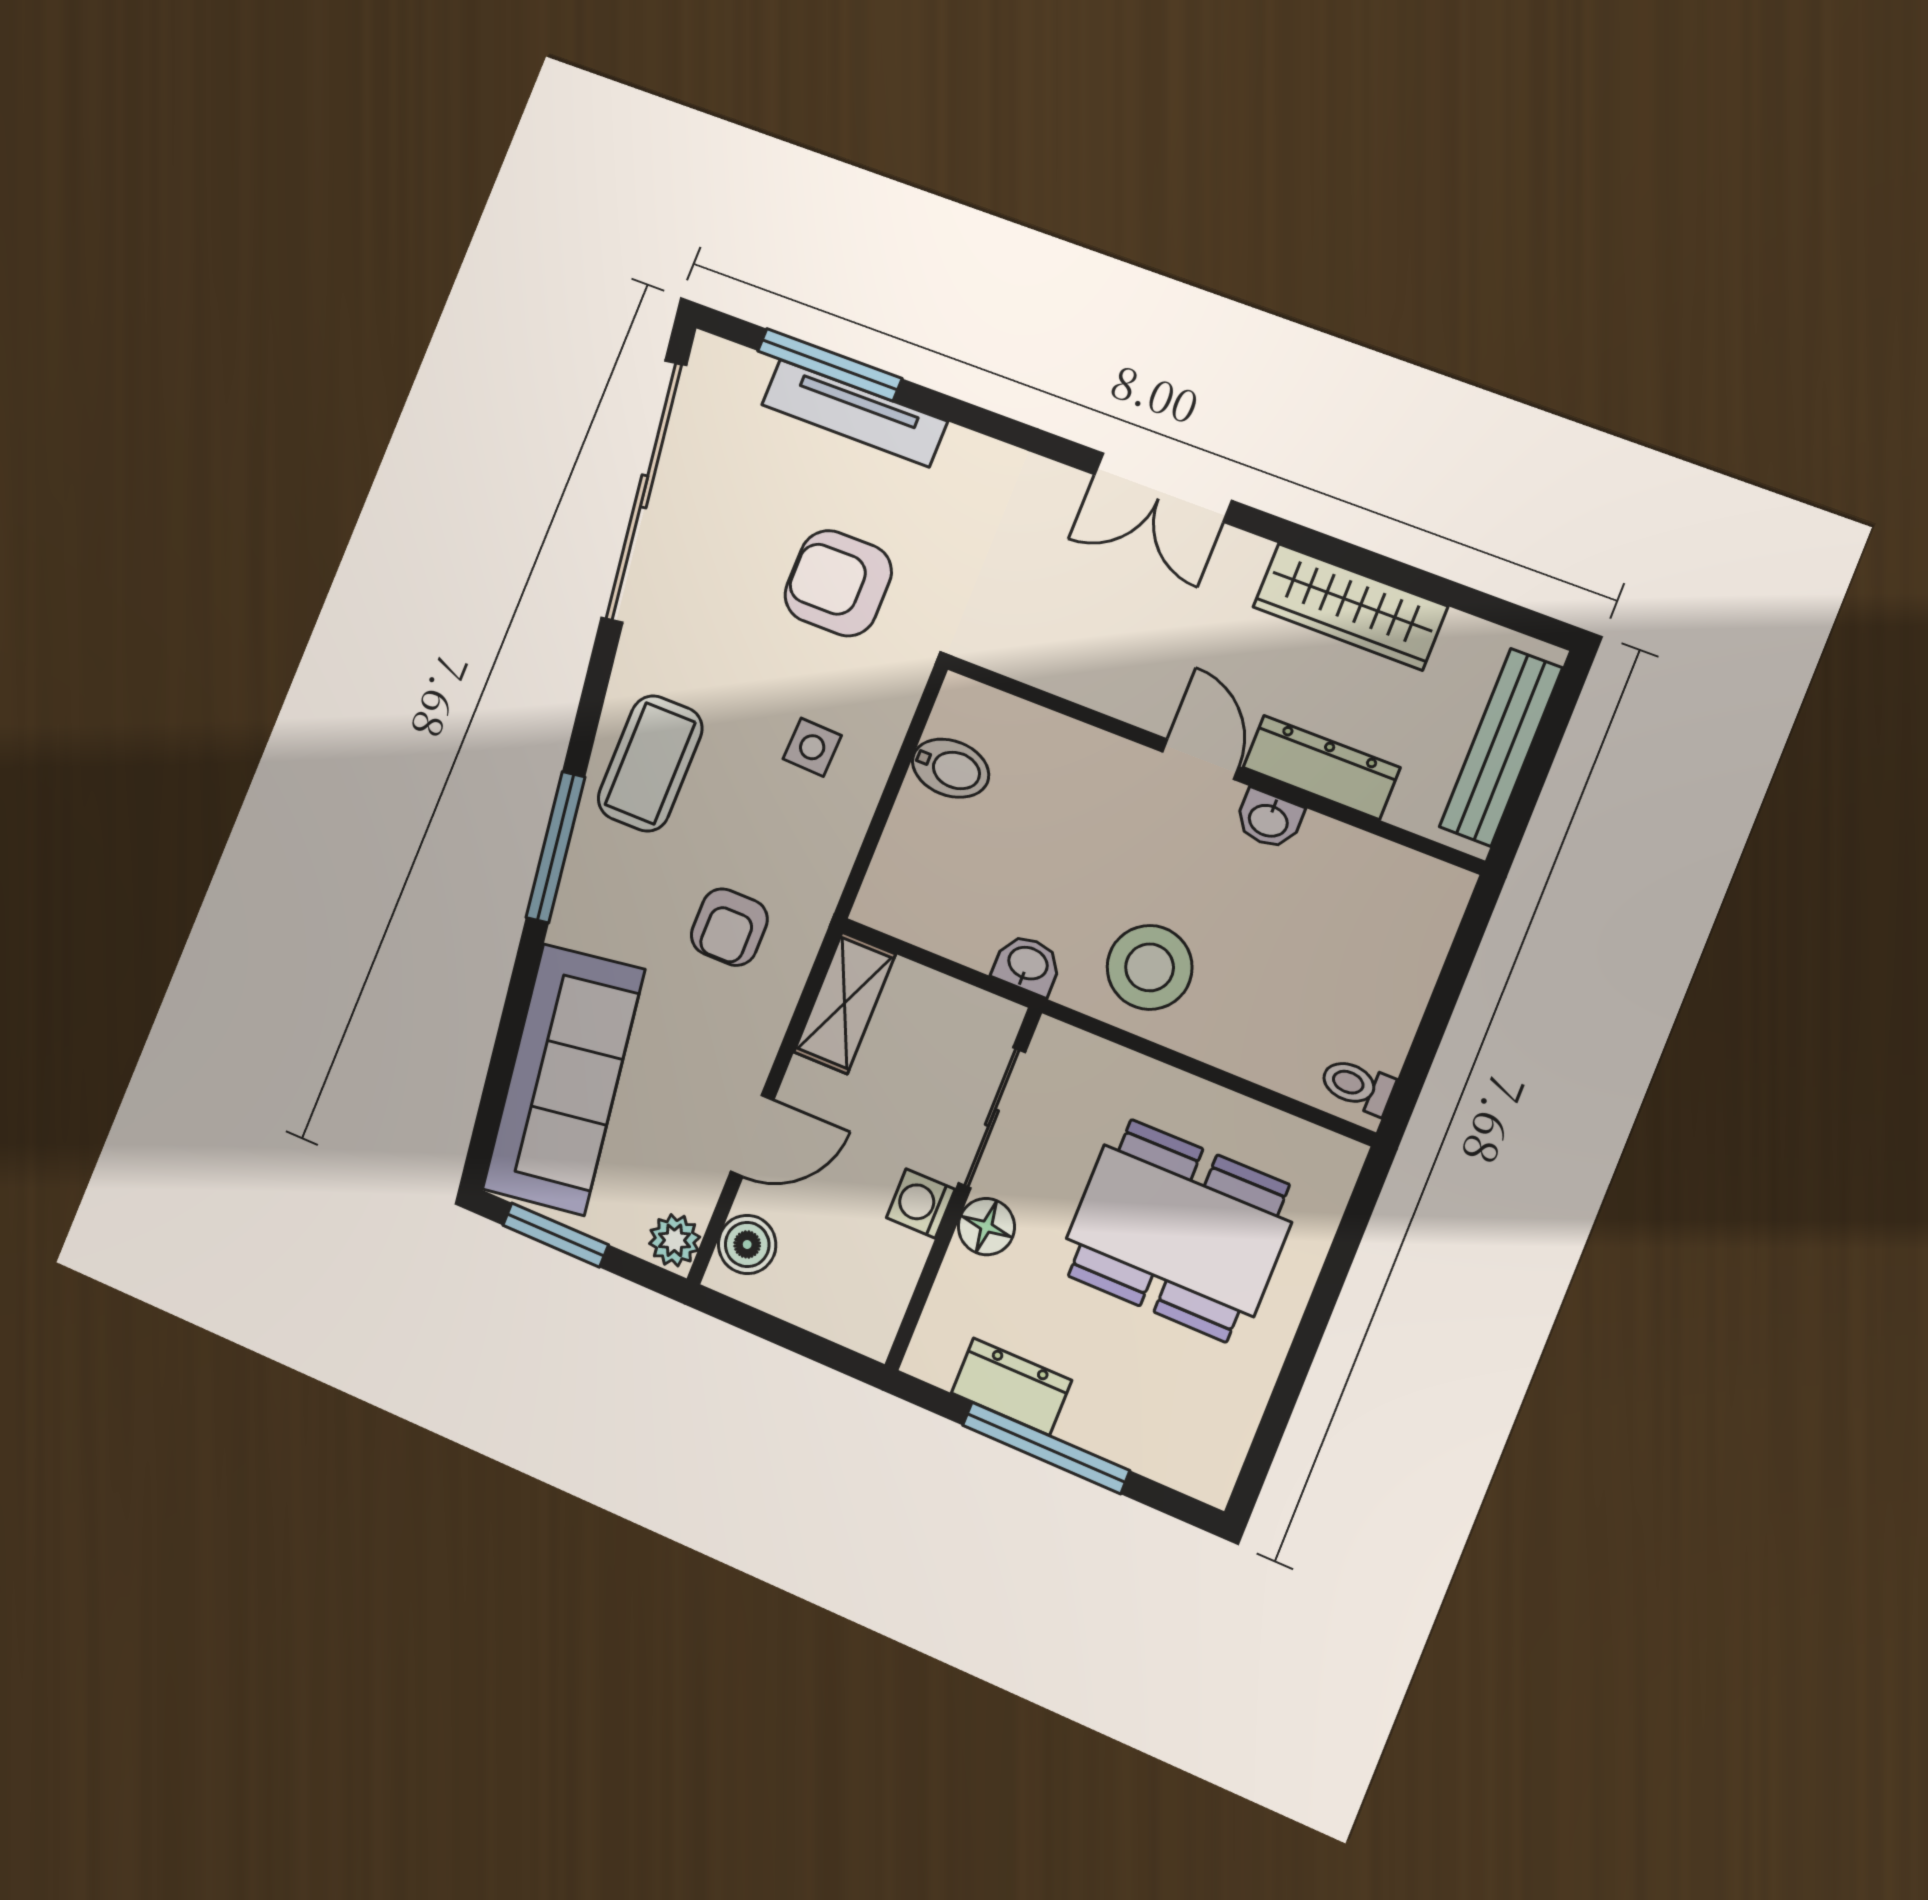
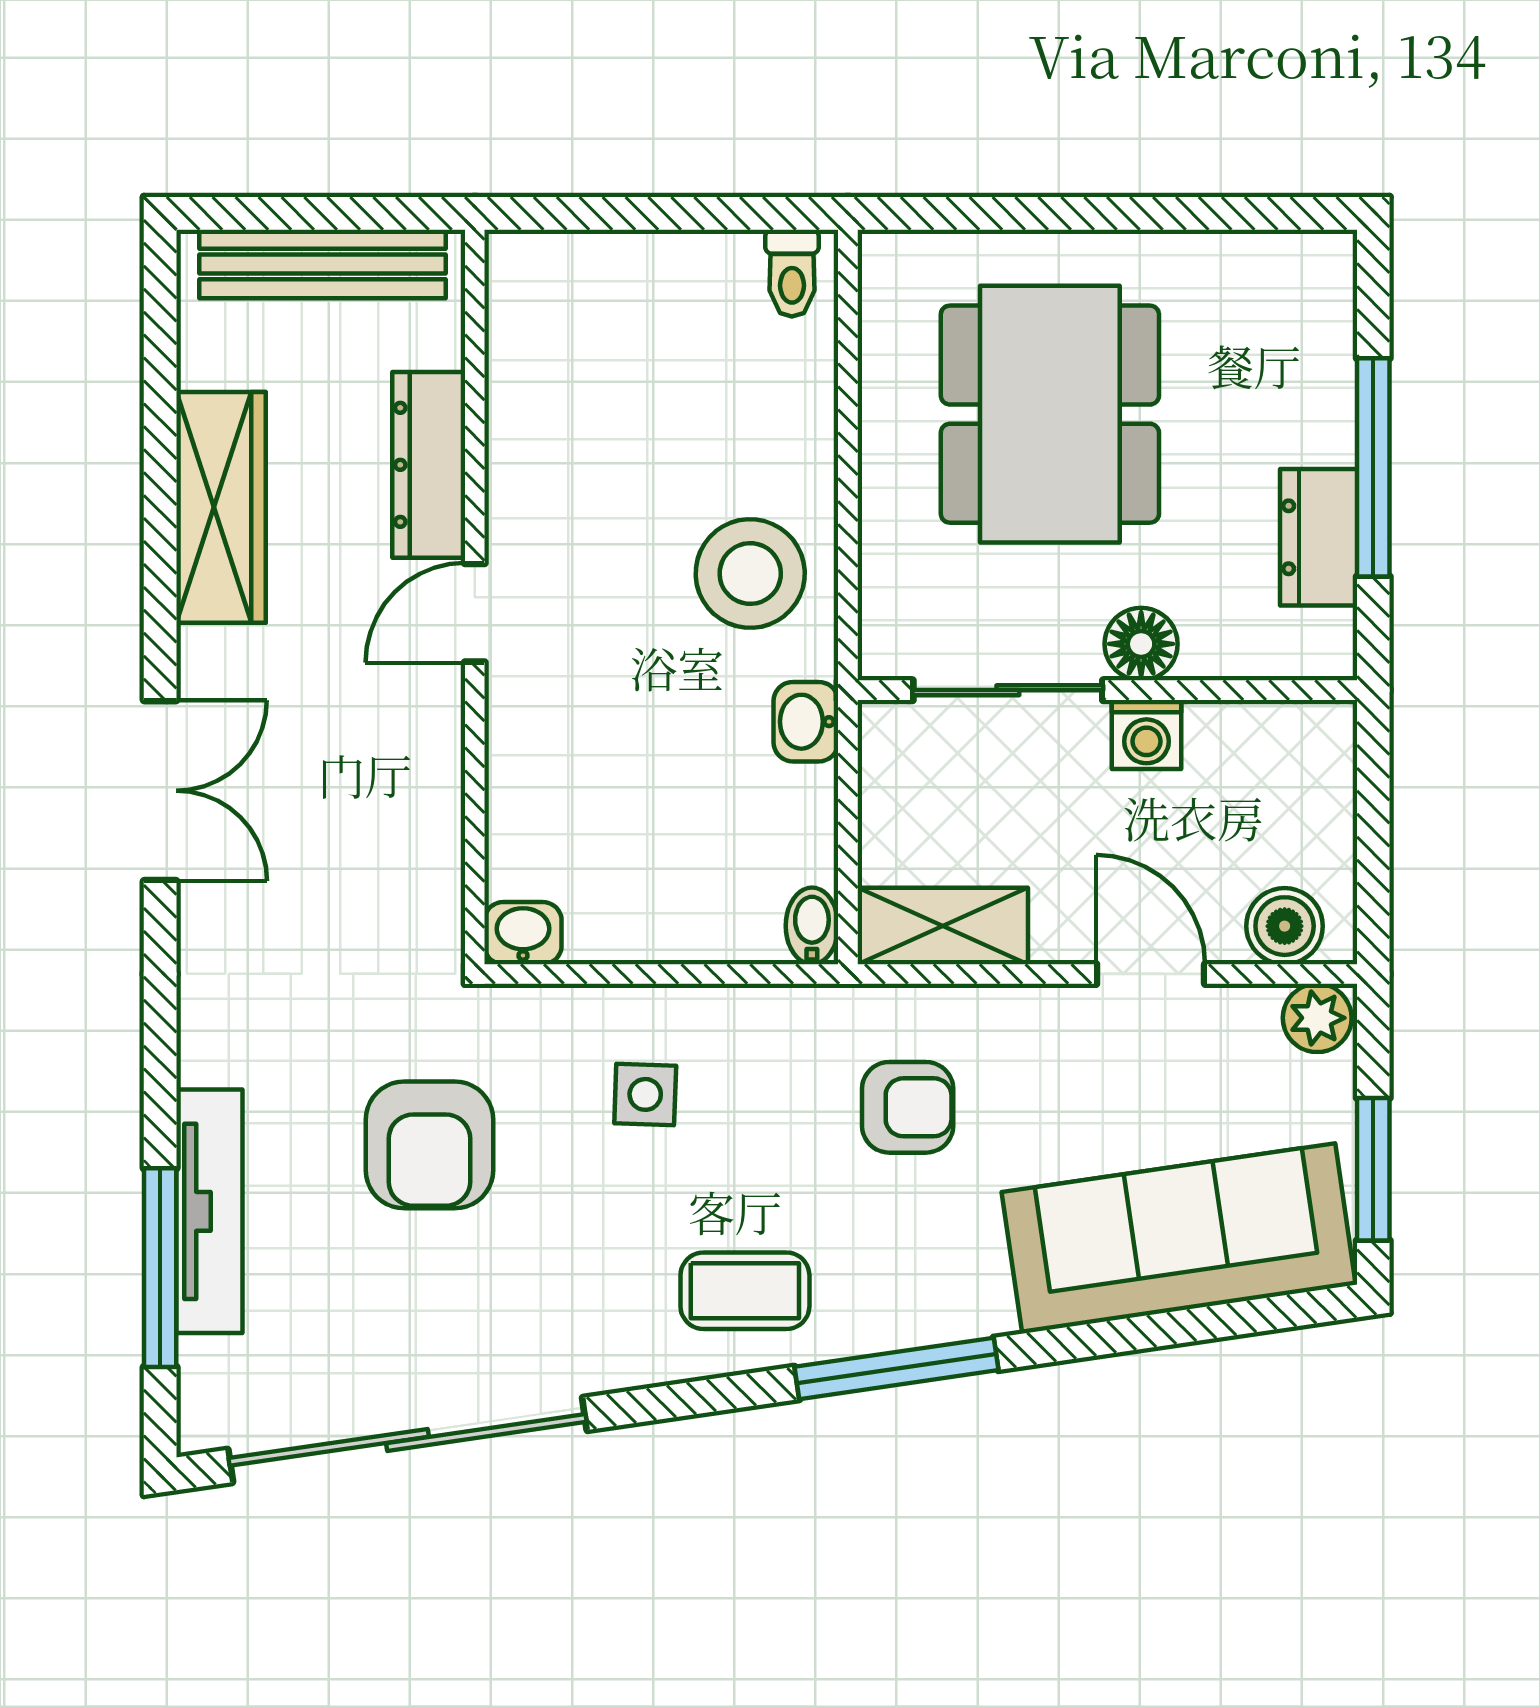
coffee table: (650, 763) -> (745, 1291), width x0.73, depth x0.77
bidet: (951, 768) -> (812, 926), moved, width x0.72, depth x0.74
washbasin: (1269, 819) -> (523, 933), moved, turned -90

